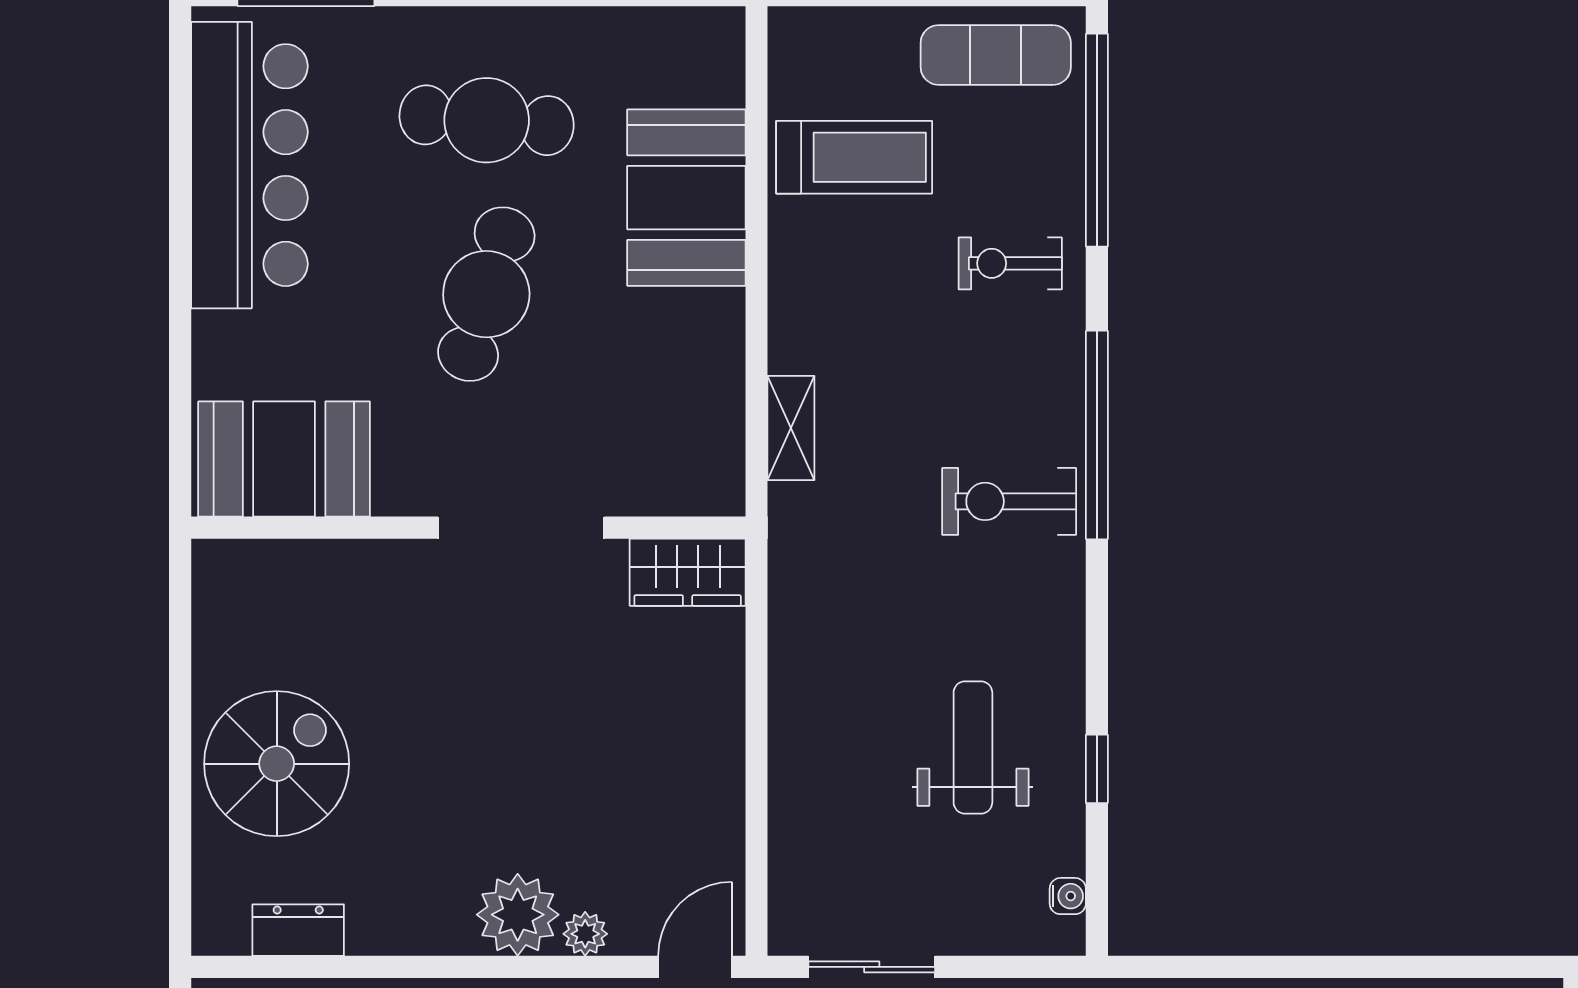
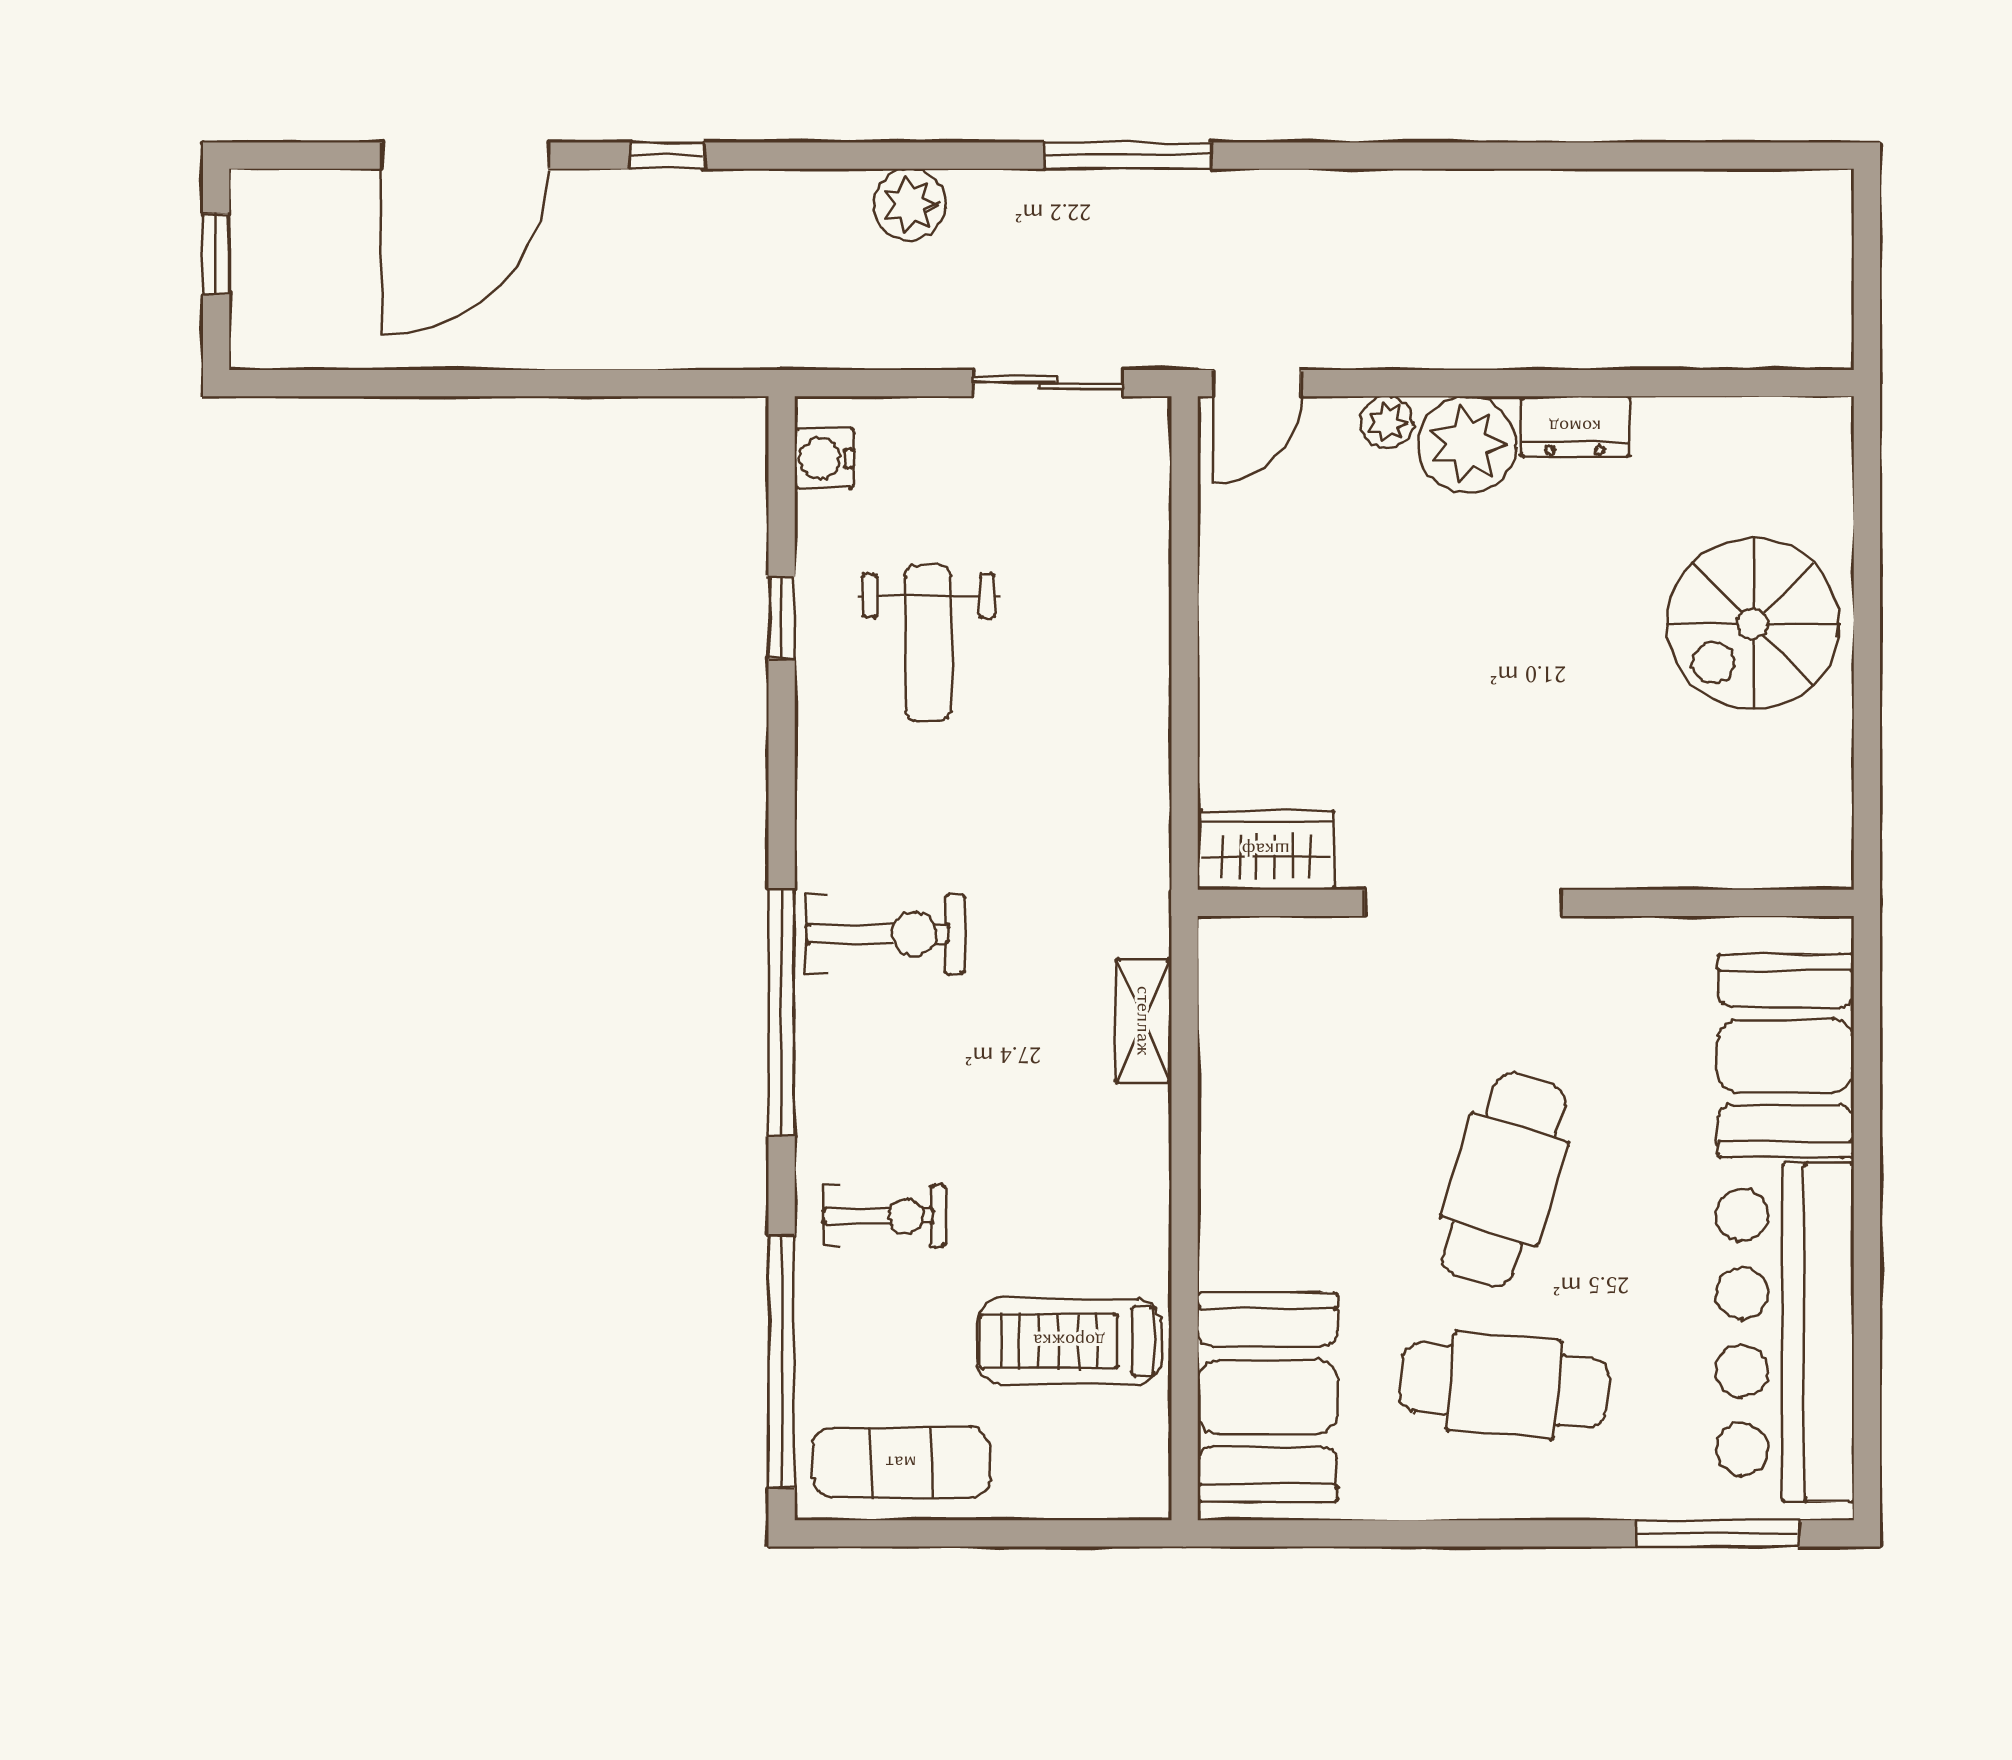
booth: (686, 198) -> (1268, 1397), moved
booth: (284, 459) -> (1786, 1056), moved, turned 90
water cooler: (1068, 896) -> (824, 459), width x1.38, depth x1.38
dresser: (298, 930) -> (1575, 427), moved

